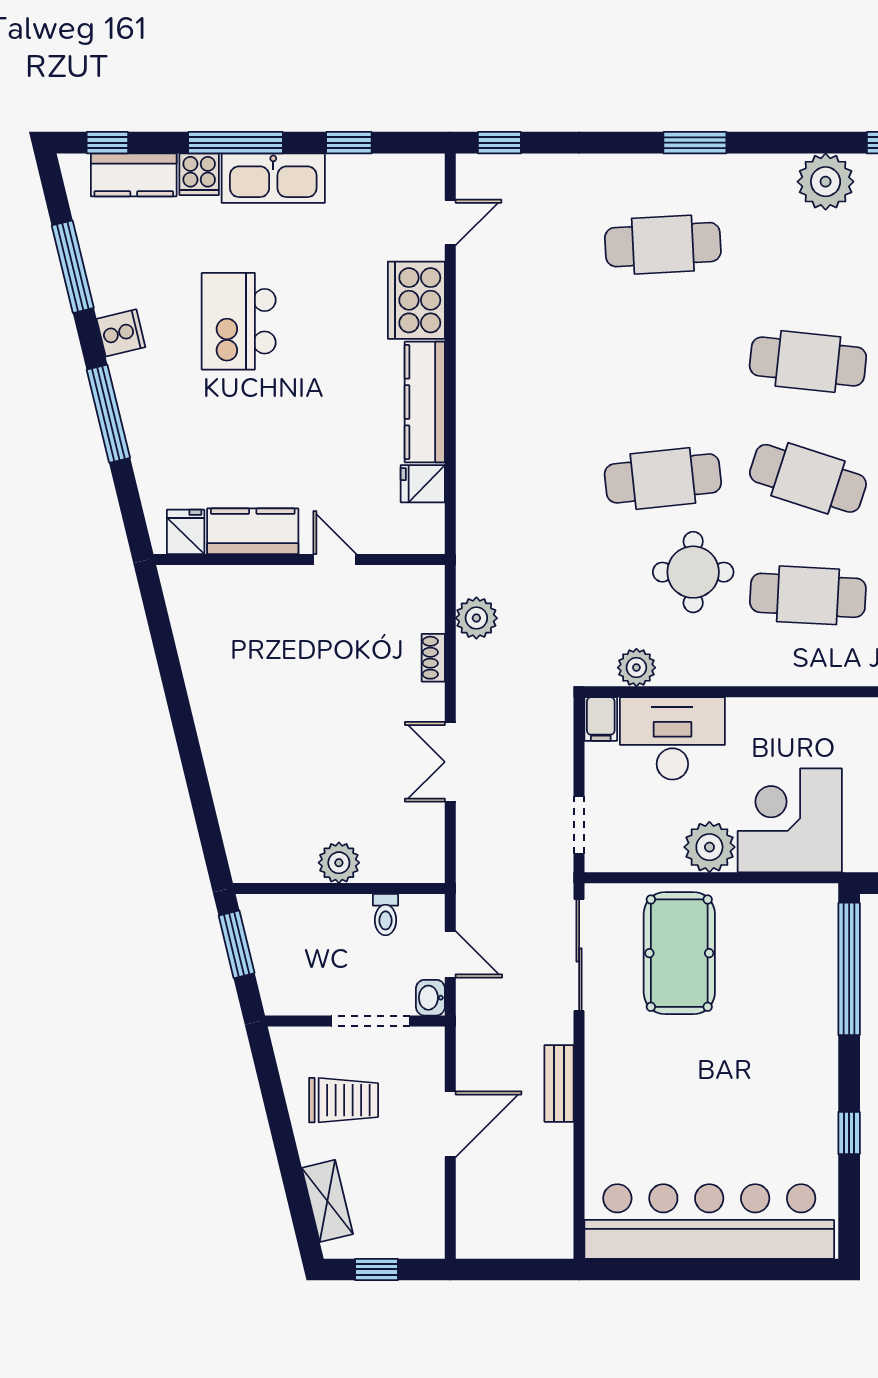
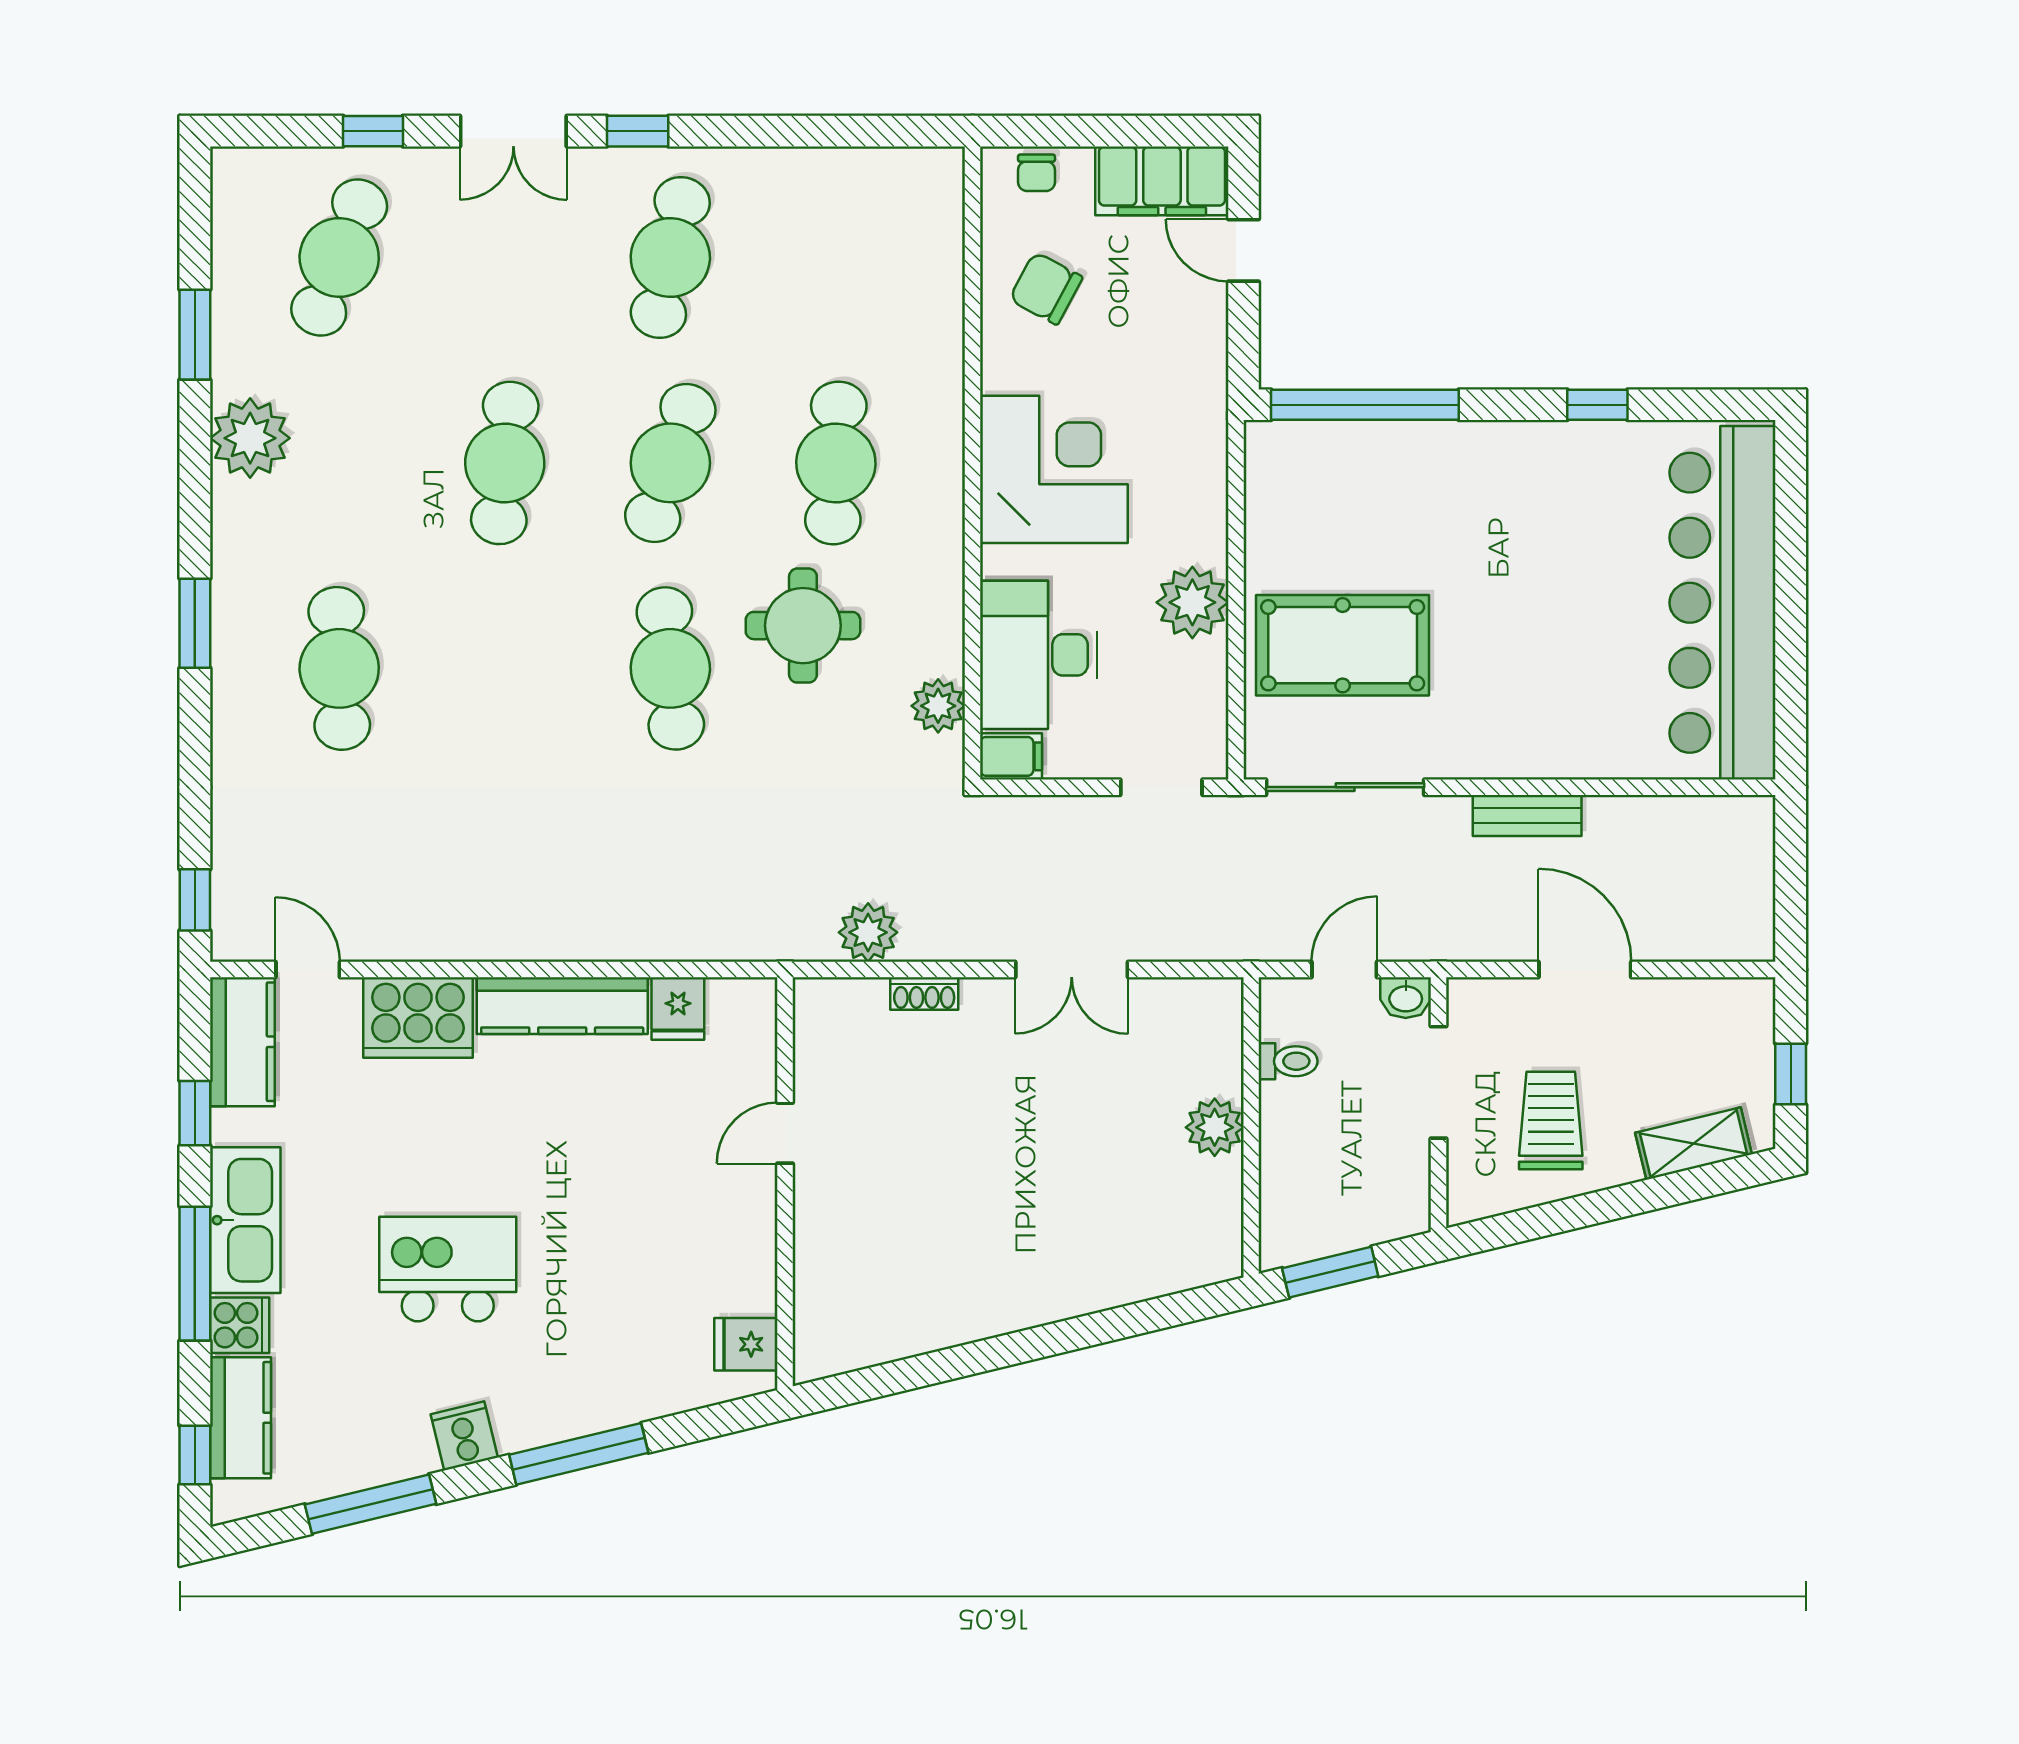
kitchen island: (239, 321) -> (448, 1269), turned 180
kitchen counter: (253, 531) -> (242, 1042), moved, turned 180
corner desk: (790, 820) -> (1054, 469), moved, turned 180

